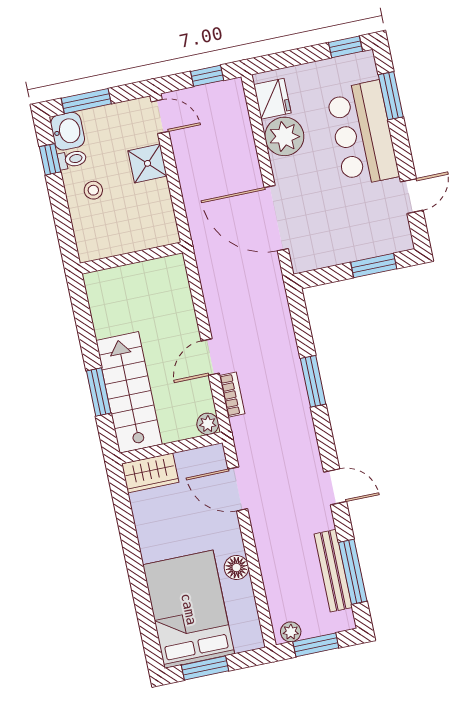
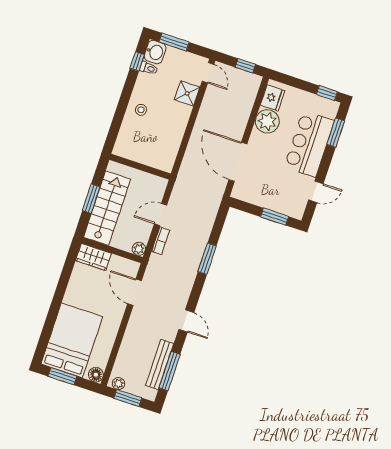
stool: (93, 190) -> (141, 110), moved
wall: (131, 258) -> (140, 167), moved
floor lamp: (236, 568) -> (96, 375), moved

